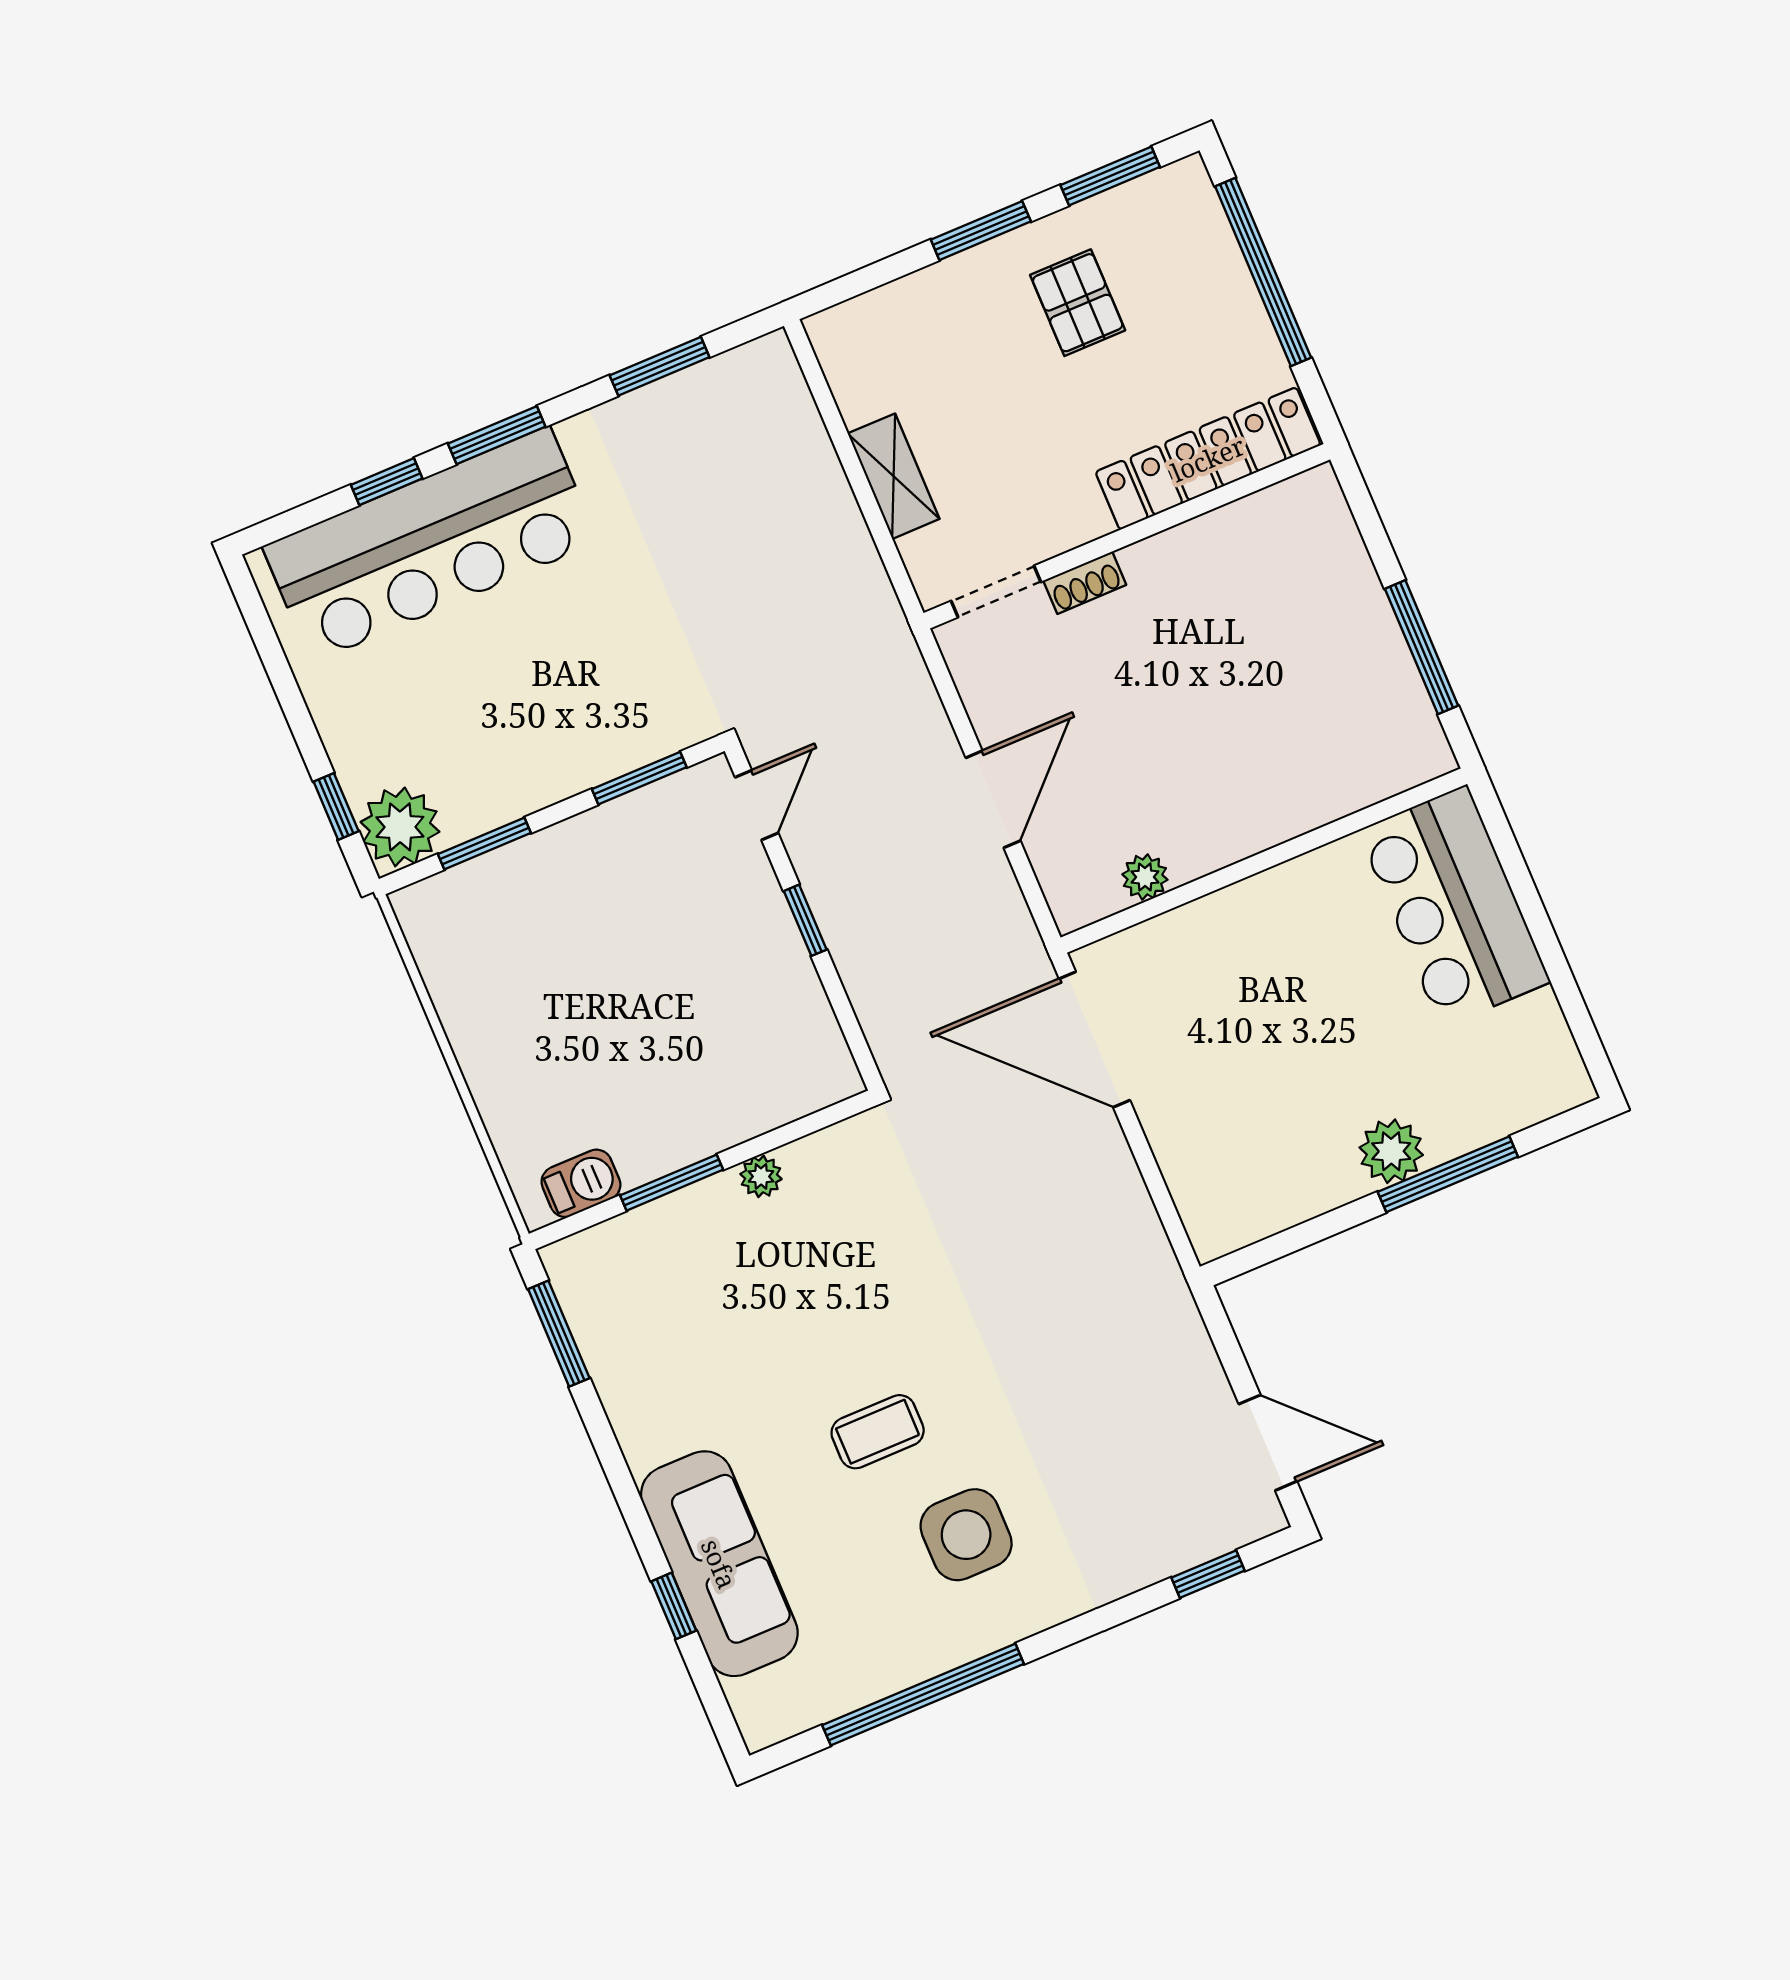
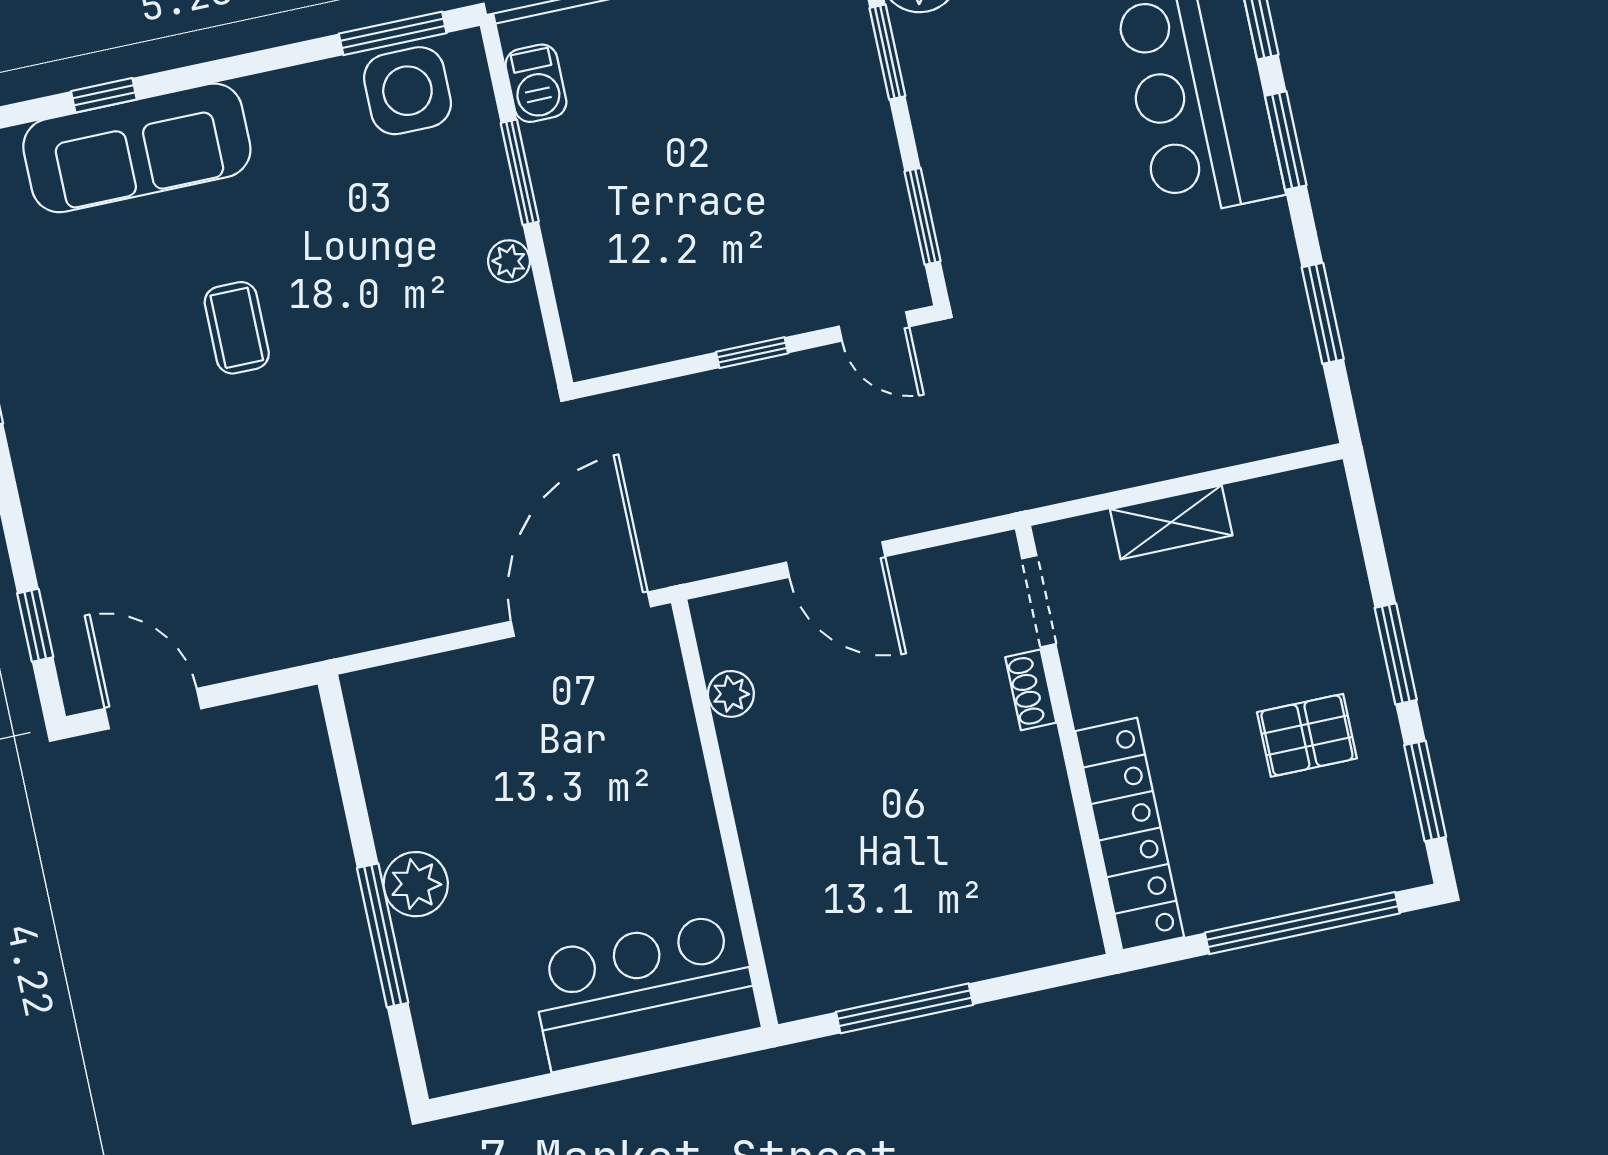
door: (1268, 1443) -> (153, 709), swing flipped
side table: (966, 1535) -> (407, 91), moved

